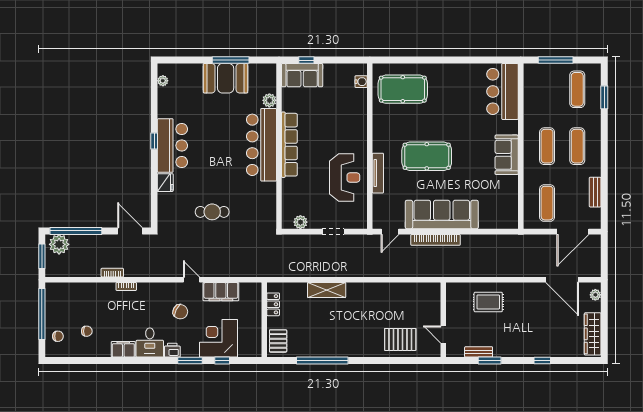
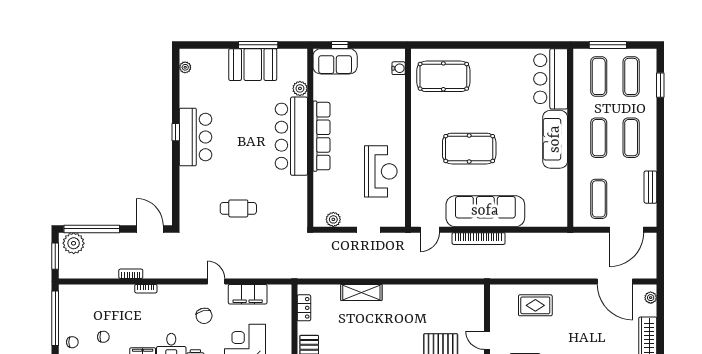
exercise mat: (547, 89) -> (599, 76), added
sofa: (507, 155) -> (555, 139), width x1.36
tv unit: (378, 173) -> (417, 167), removed
fridge: (165, 183) -> (188, 177), removed
chair: (180, 312) -> (204, 316), turned 49

